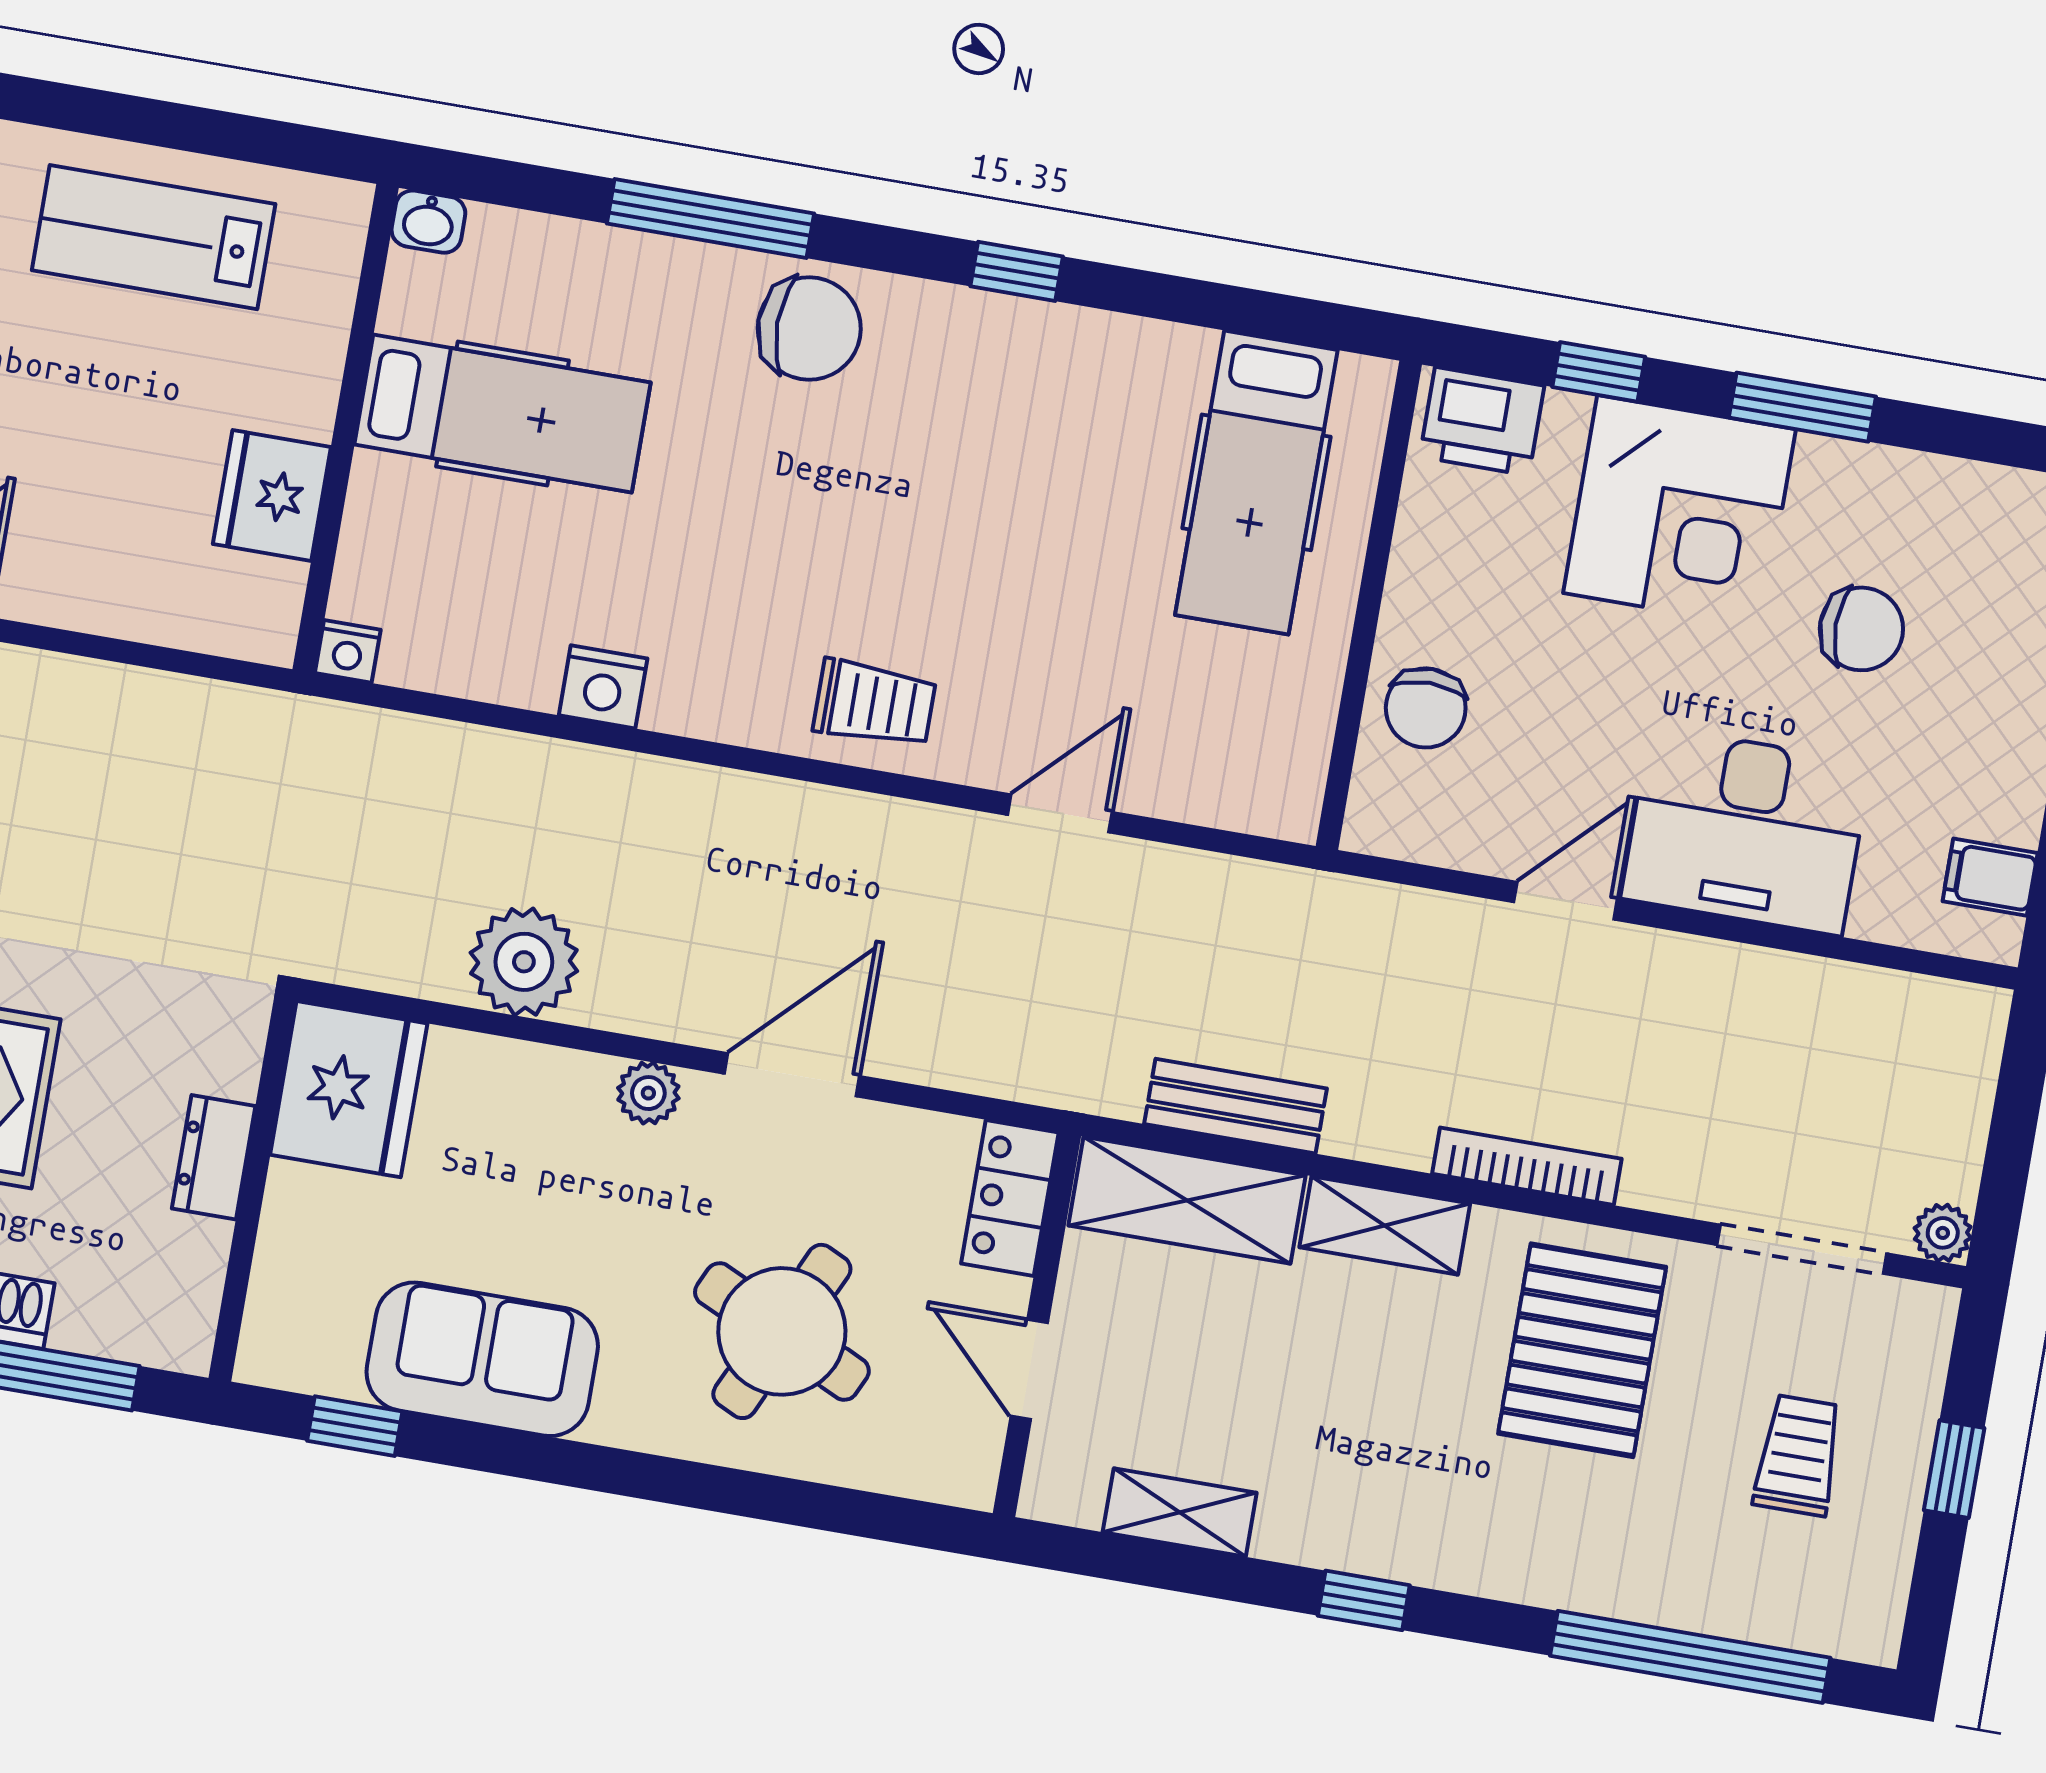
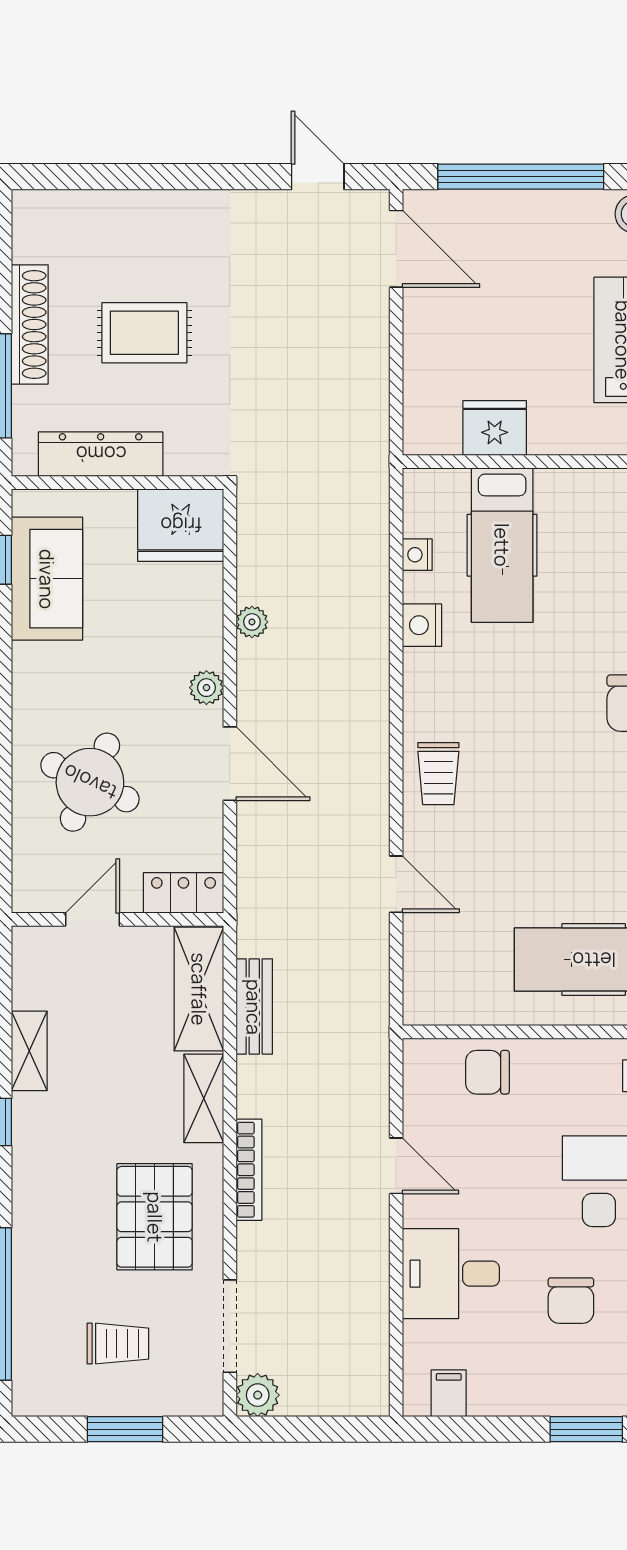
hospital bed: (503, 414) -> (502, 545), moved
nightstand: (348, 651) -> (417, 555), moved
desk: (1746, 831) -> (451, 1274), width x0.73
plant: (524, 962) -> (252, 622), width x0.53, depth x0.53
dresser: (214, 1157) -> (101, 454), width x1.96, depth x1.24
plant: (1943, 1233) -> (258, 1395), width x1.38, depth x1.38
pallet: (1582, 1350) -> (155, 1217), turned 90
sofa: (482, 1359) -> (47, 579), moved
window: (1954, 1469) -> (125, 1429), width x1.50
shelving: (1180, 1512) -> (29, 1051), moved

